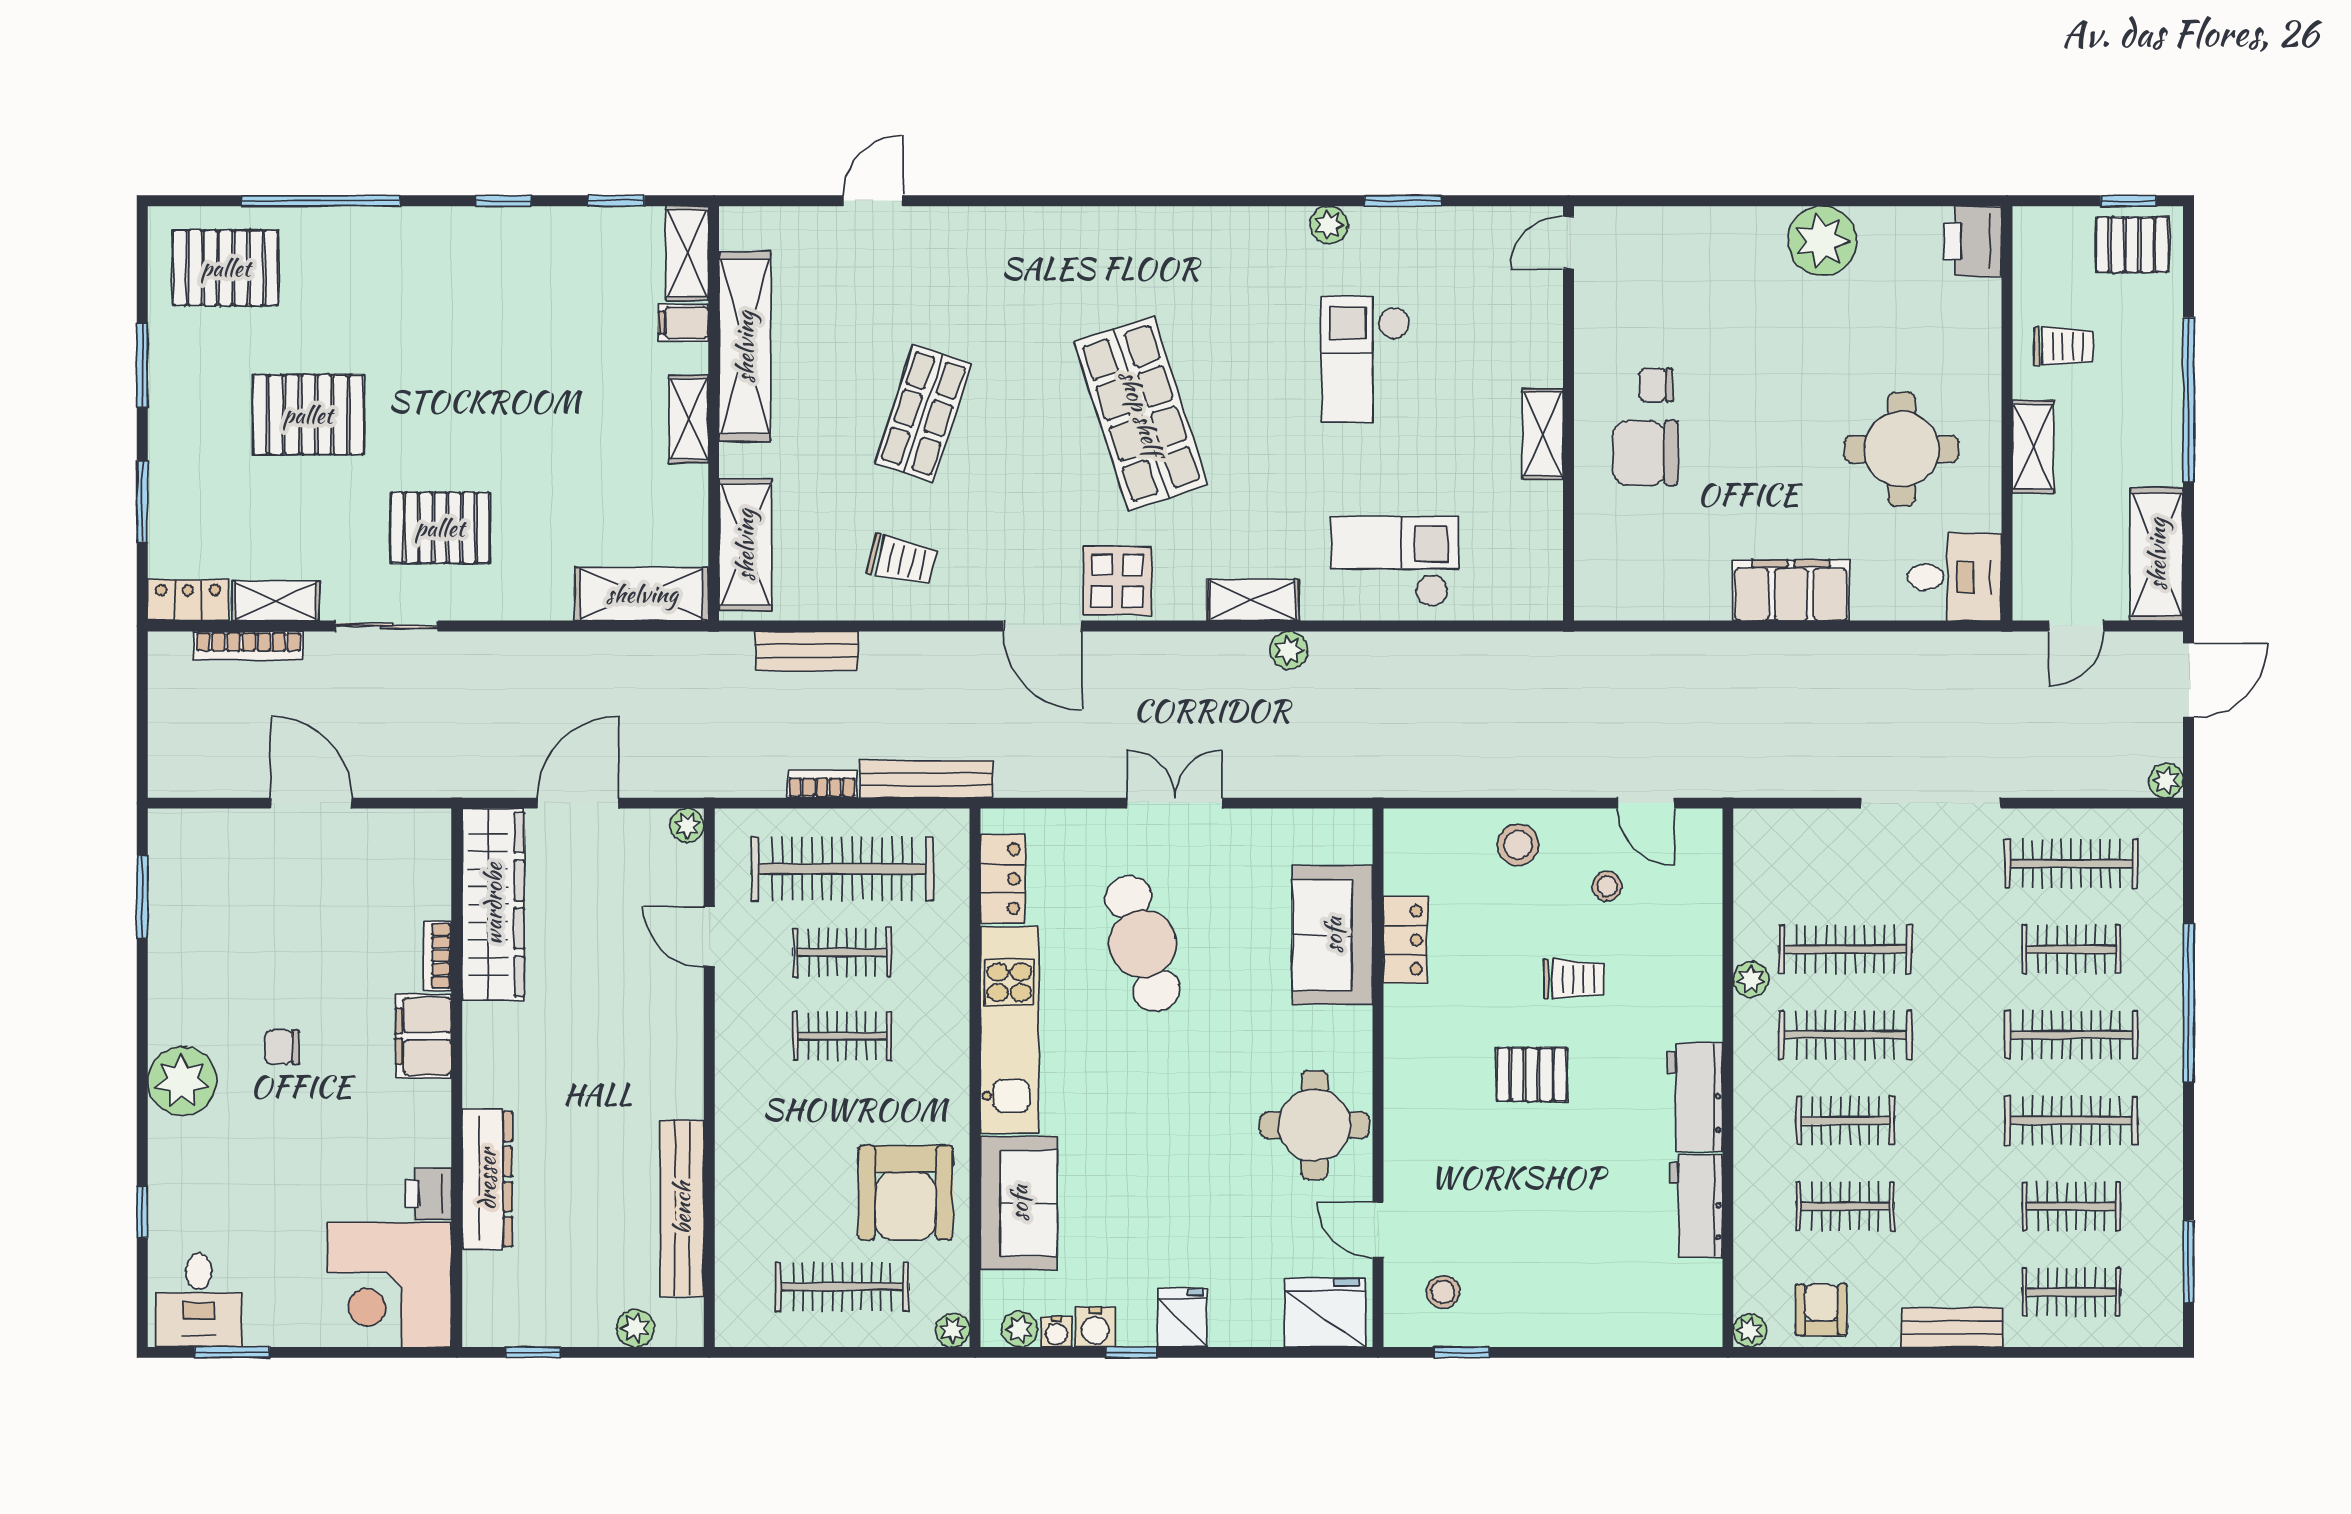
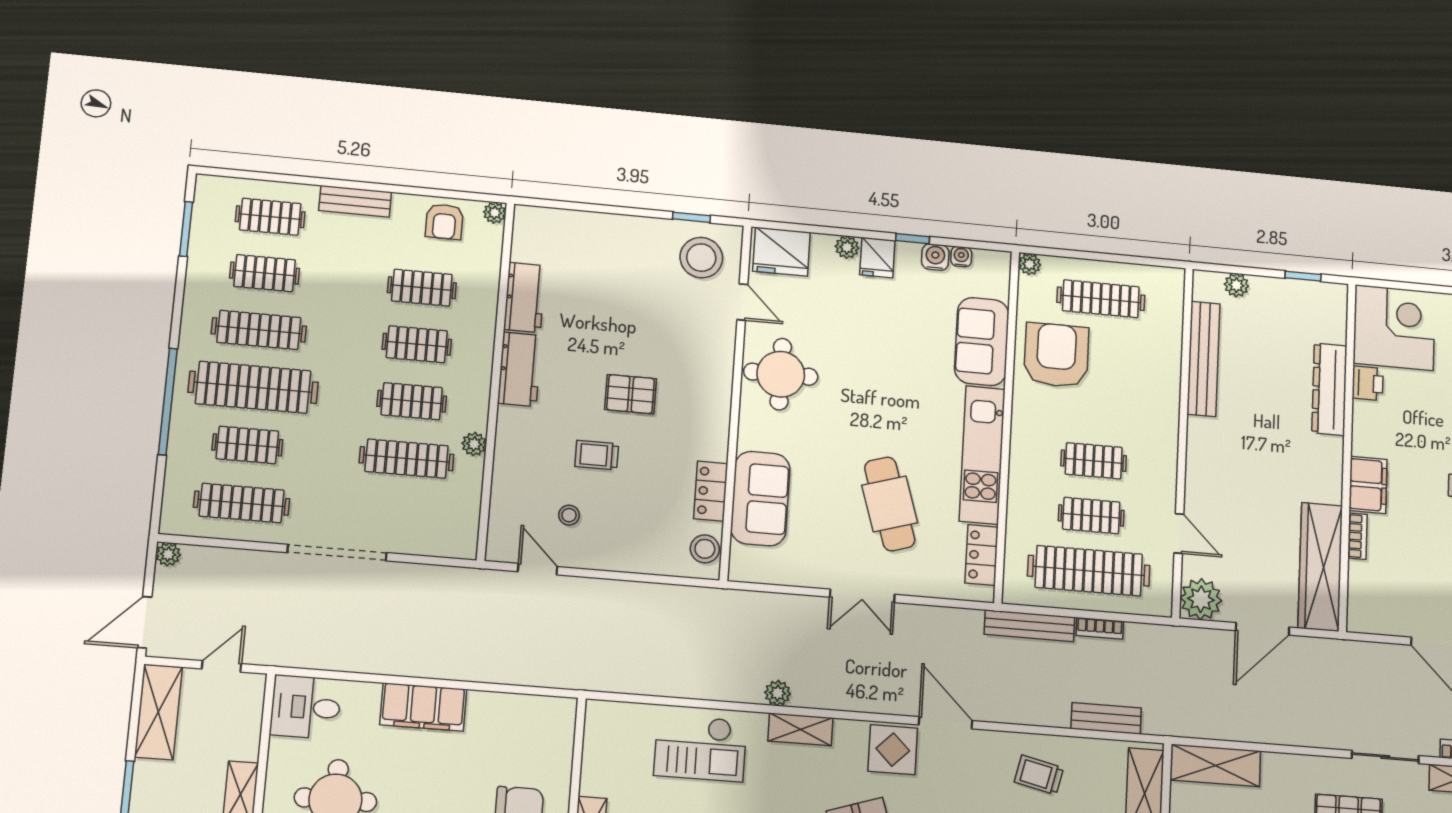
plant: (687, 825) -> (1201, 599), width x1.87, depth x1.87
stool: (1518, 845) -> (705, 549), moved
clothes rail: (1845, 1035) -> (412, 401), width x0.73
clothes rail: (2071, 1035) -> (253, 387), width x1.37, depth x1.31
stool: (1443, 1292) -> (701, 258), width x1.89, depth x1.89
plant: (1020, 1329) -> (847, 247), moved

